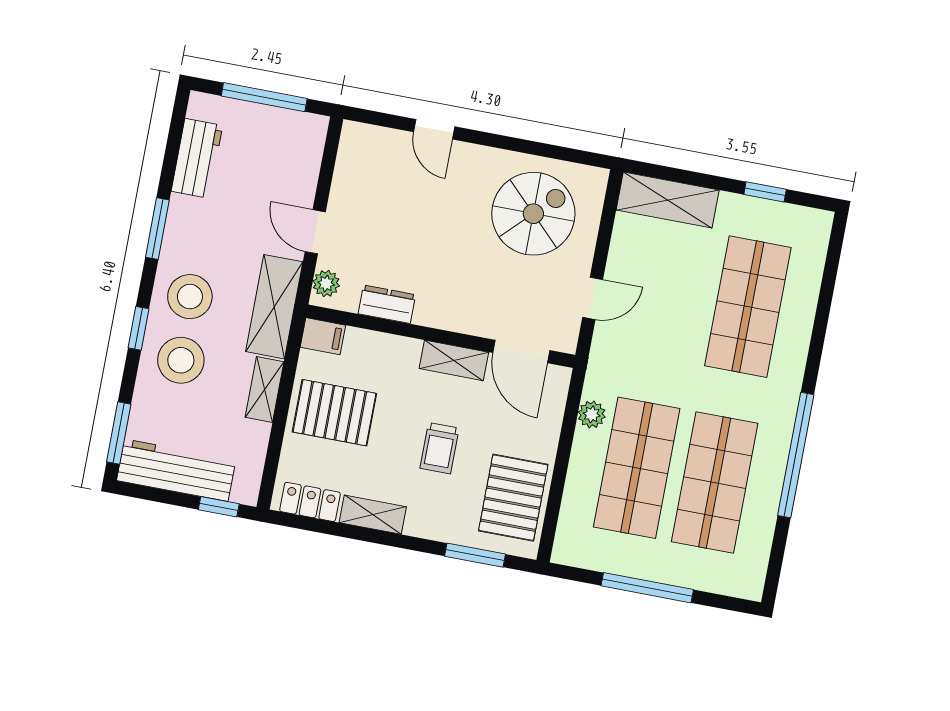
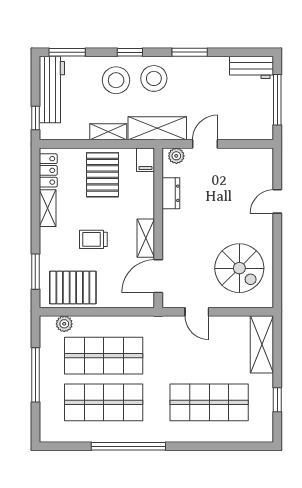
workbench: (197, 158) -> (252, 67), moved
plant: (592, 414) -> (64, 324), moved

